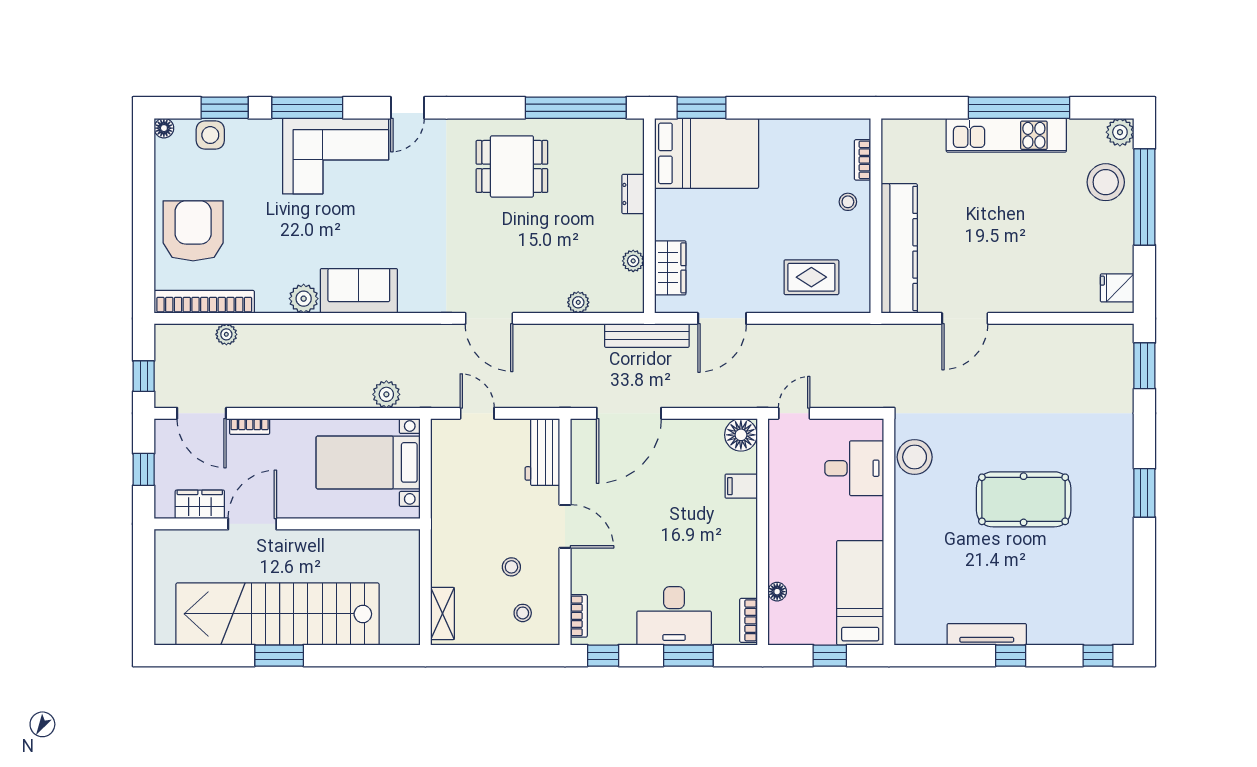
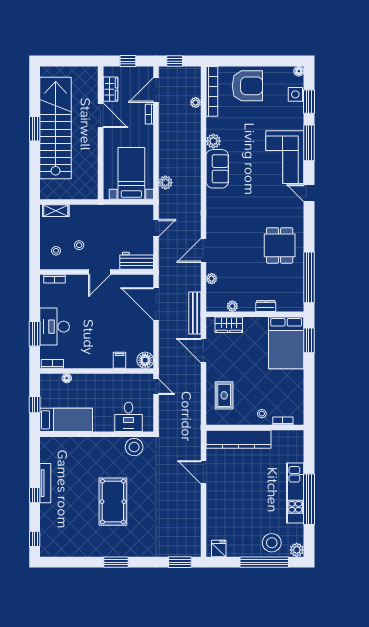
door: (489, 318) -> (203, 250), moved
window: (603, 656) -> (35, 291), removed

